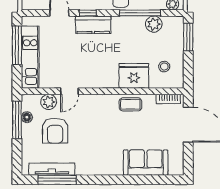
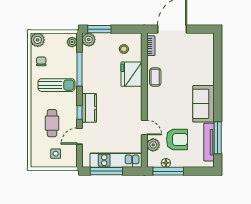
plant: (154, 24) -> (89, 40), moved
sofa: (146, 163) -> (203, 104), moved

